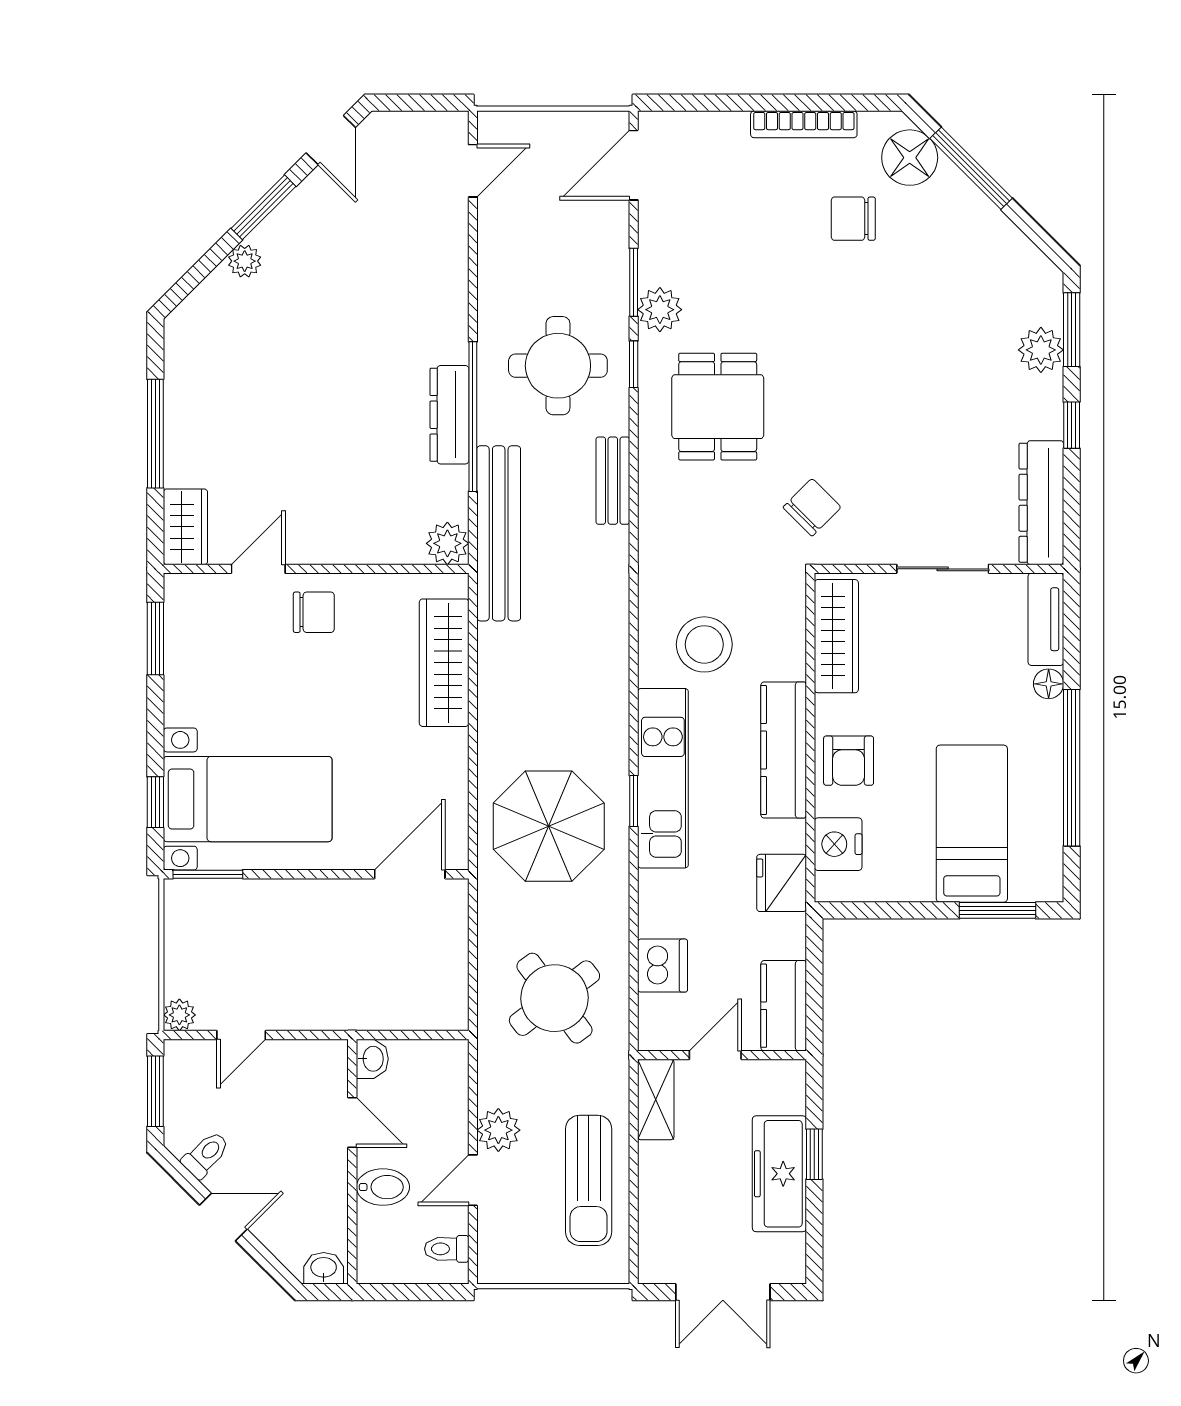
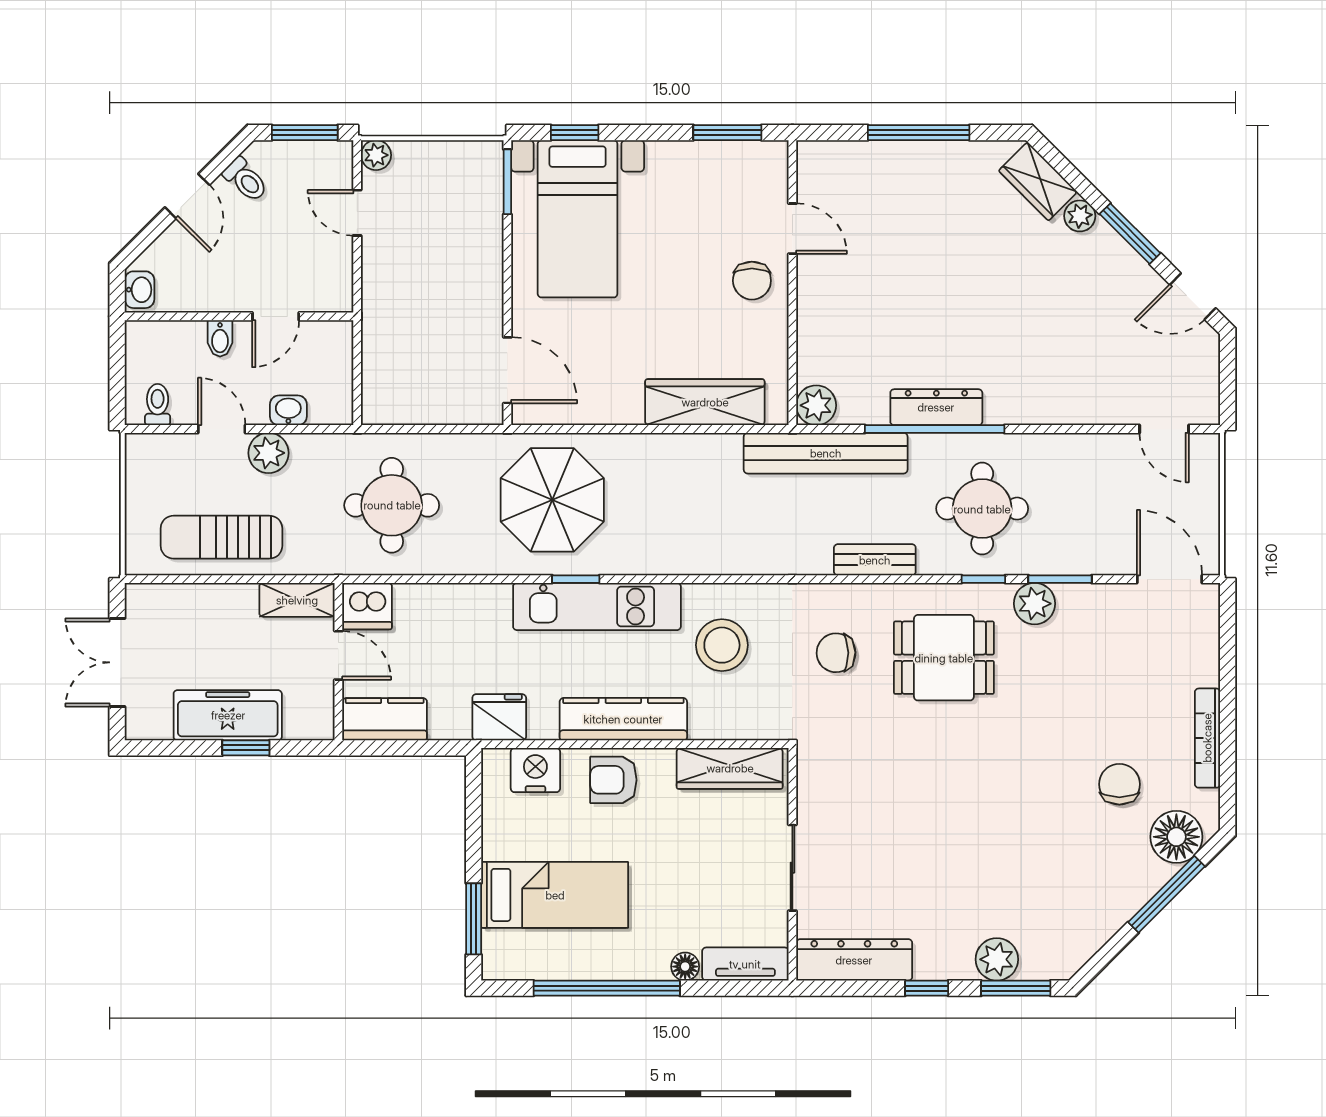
chair: (812, 507) -> (836, 653), moved, turned 134
wardrobe: (185, 527) -> (1038, 181), moved, turned 45
dishwasher: (663, 966) -> (367, 606), moved
round table: (554, 998) -> (392, 505), turned 37
washbasin: (372, 1059) -> (288, 410), moved, turned 180
bidet: (383, 1187) -> (220, 338), width x0.72, depth x0.74

